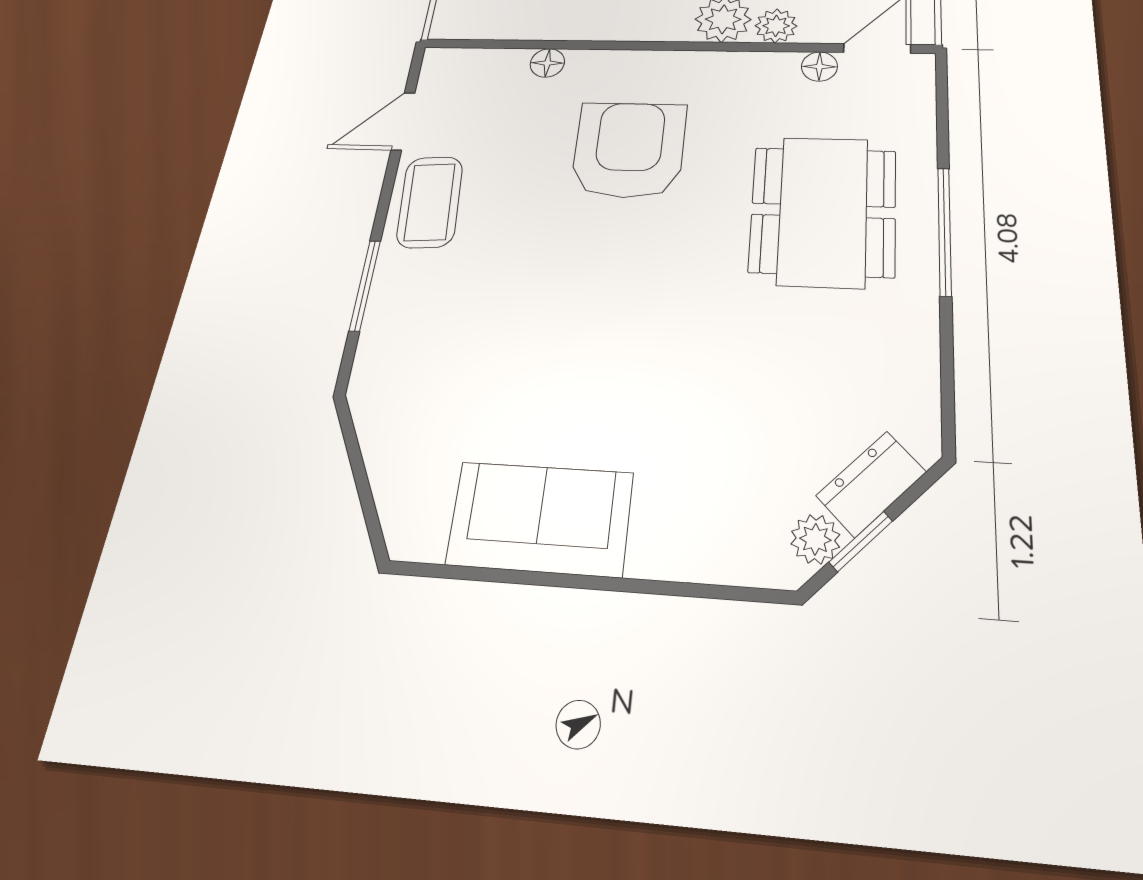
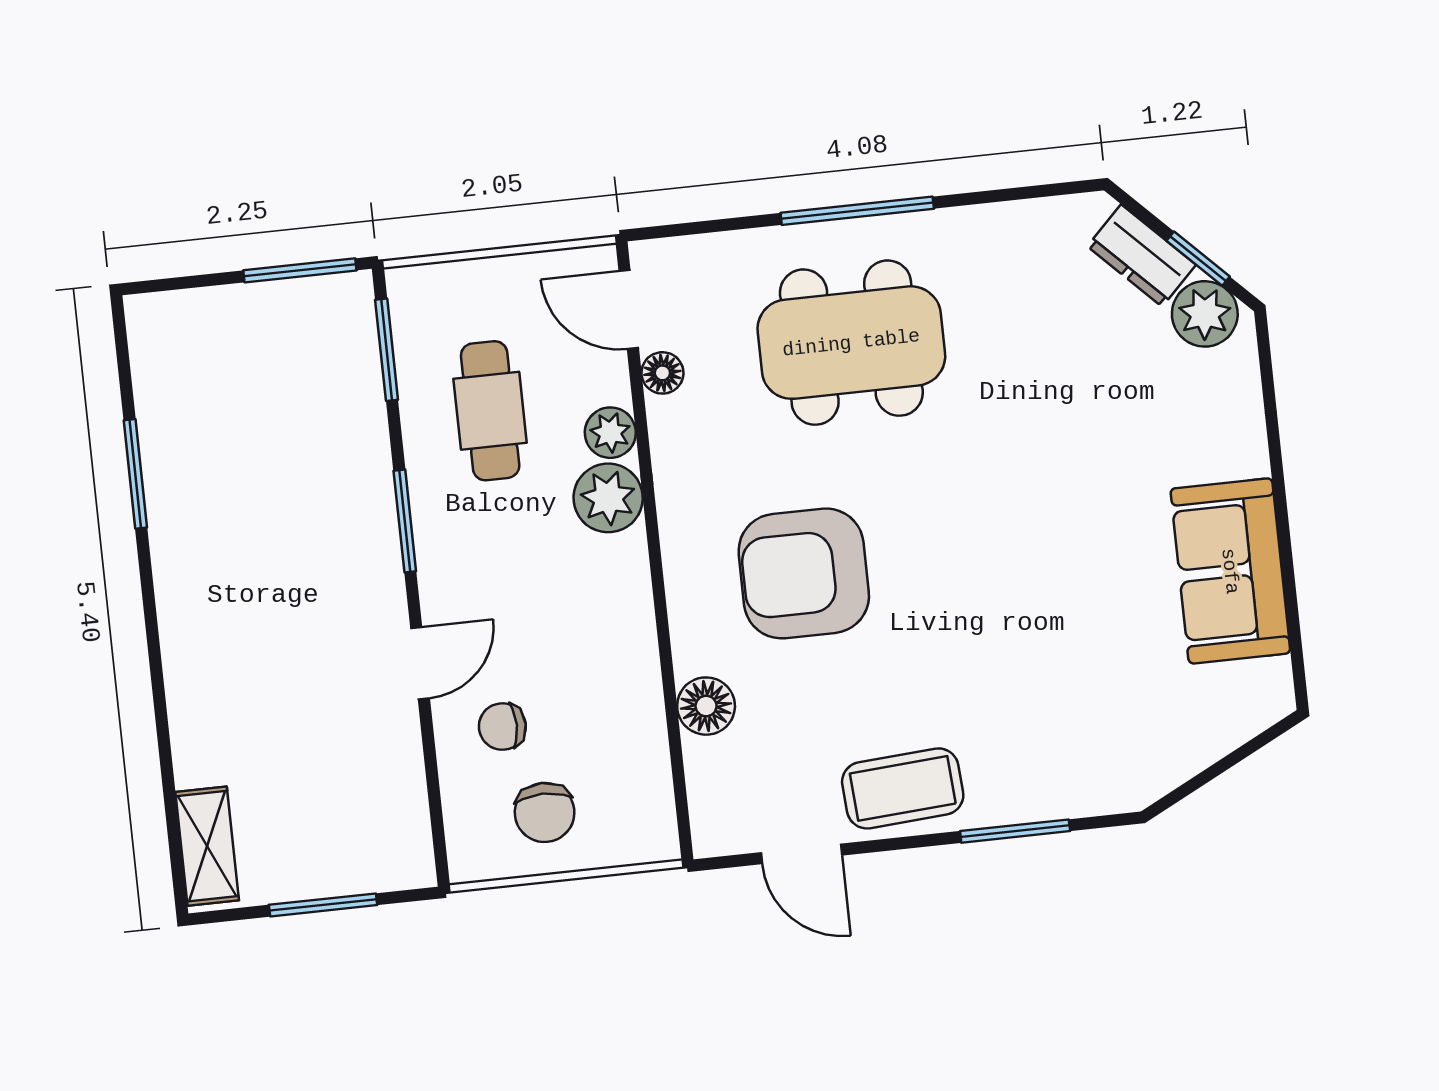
floor lamp: (547, 63) -> (706, 706), width x1.37, depth x1.37
plant: (815, 539) -> (1205, 314), width x1.38, depth x1.38

